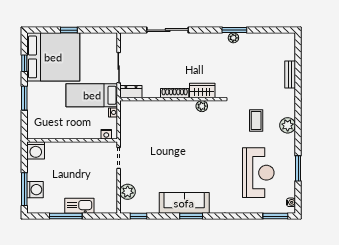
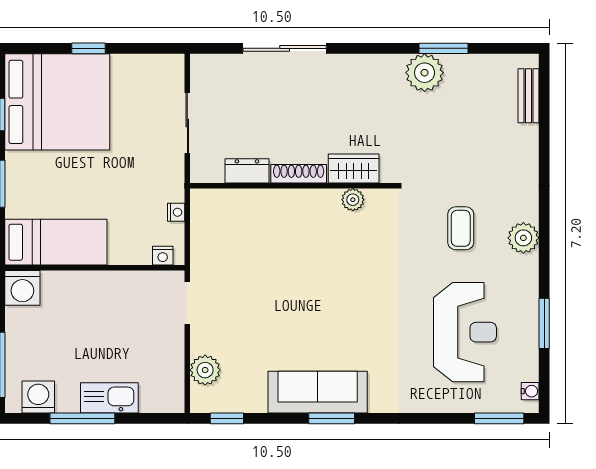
window: (234, 30) -> (443, 48), moved
plant: (233, 38) -> (425, 73), width x1.87, depth x1.87
bench: (290, 75) -> (529, 96), moved
dresser: (131, 92) -> (247, 171), moved
bed: (92, 95) -> (56, 242), moved, turned 180
washing machine: (35, 190) -> (38, 397), moved, turned -90

